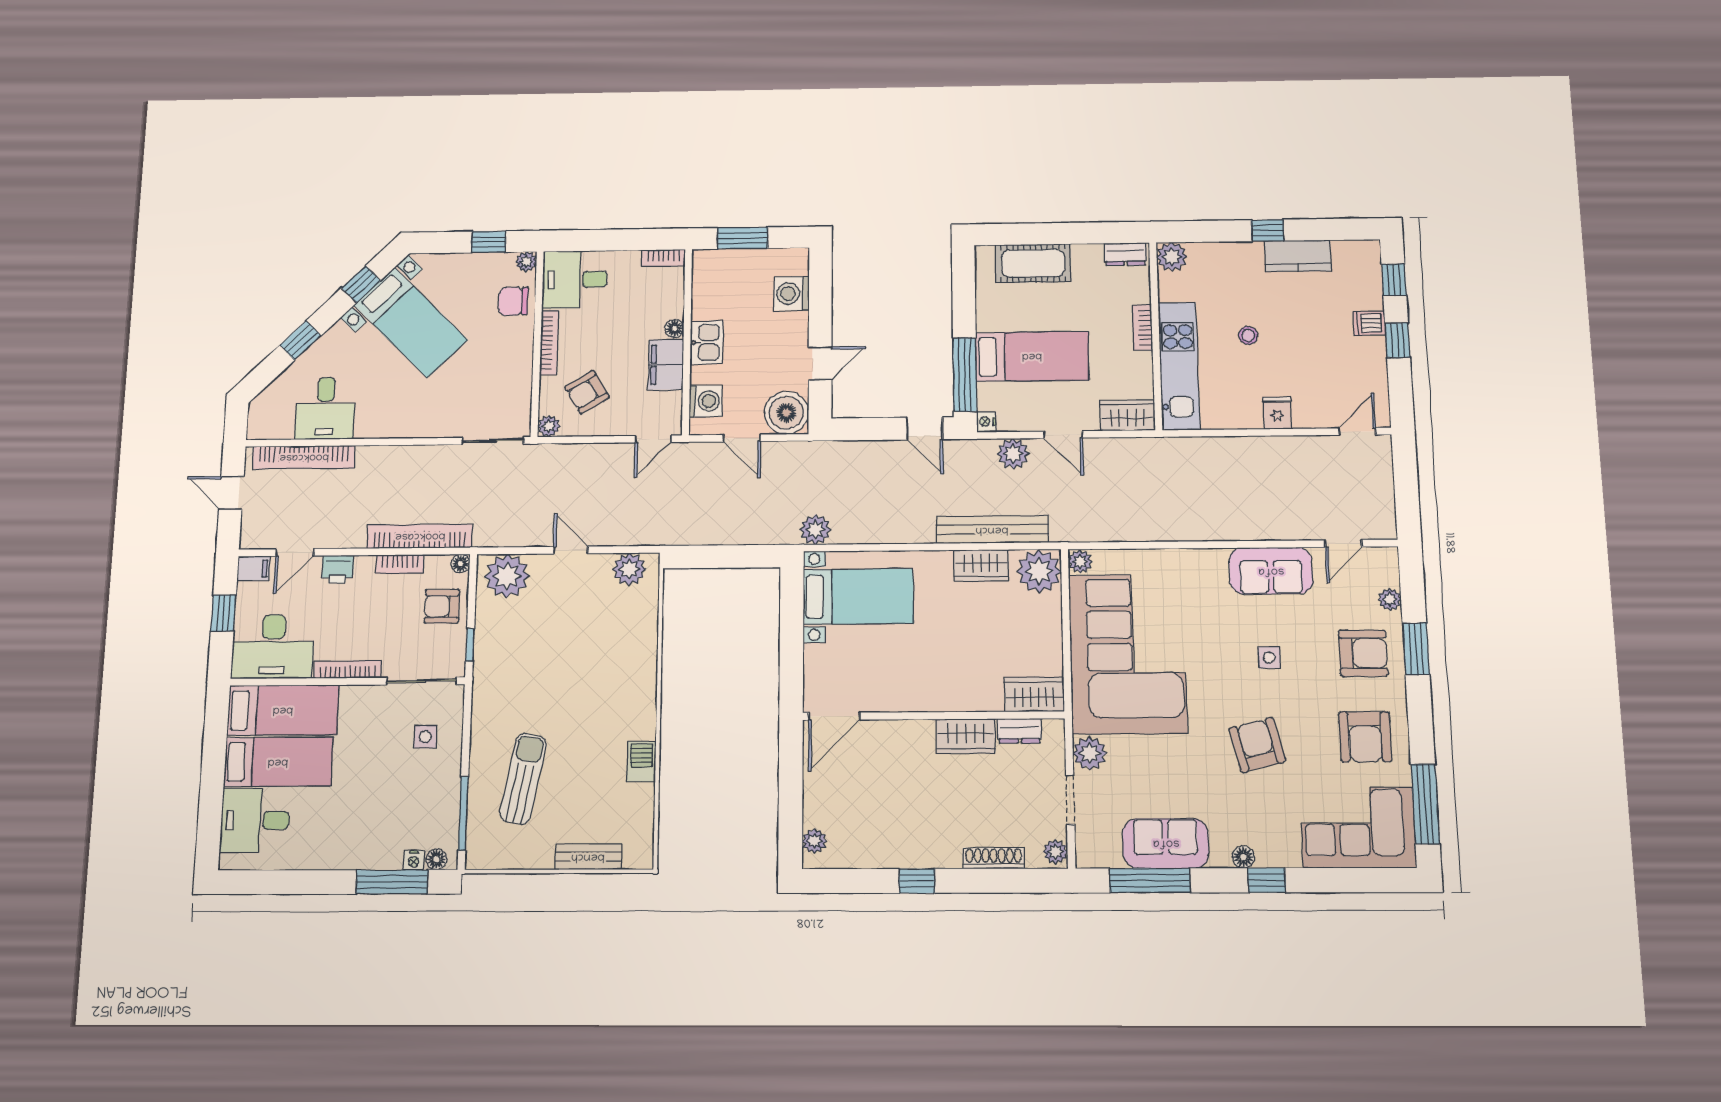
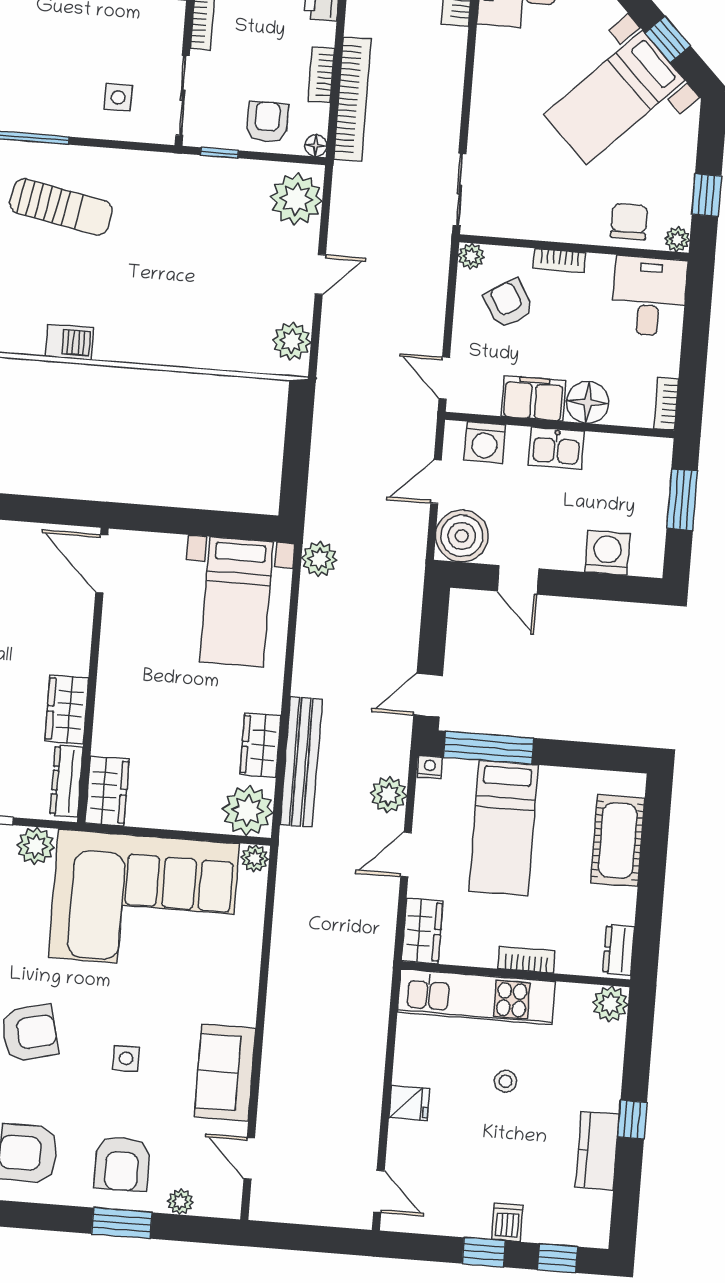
floor lamp: (674, 328) -> (588, 402), width x1.89, depth x1.89
bookcase: (549, 343) -> (559, 260), width x0.64
dresser: (1020, 731) -> (66, 781), width x1.44

